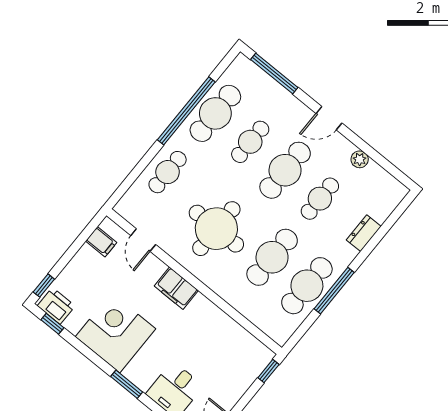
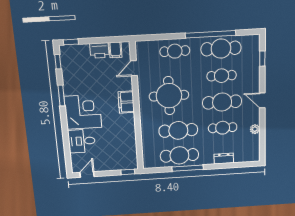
window: (274, 74) -> (262, 59), width x0.46
printer: (56, 306) -> (99, 50), moved, turned 90
corner desk: (115, 333) -> (83, 112), moved
window: (127, 384) -> (61, 96), moved

